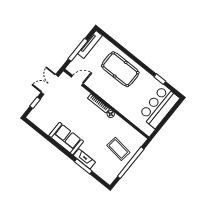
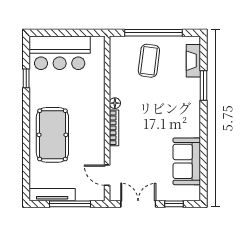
double door: (50, 84) -> (138, 204), swing flipped
sofa: (66, 139) -> (187, 161), moved
fireplace: (84, 159) -> (193, 61), moved

